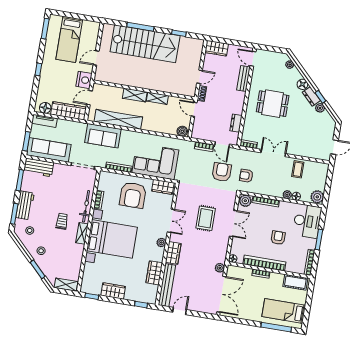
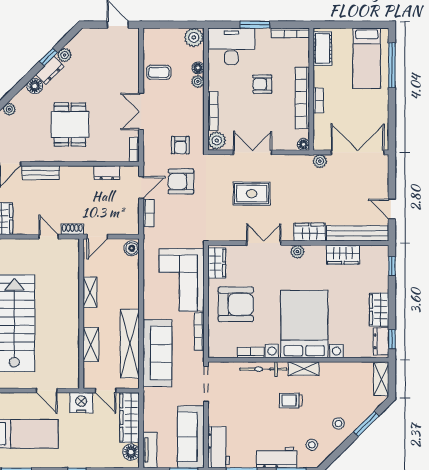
shelving: (135, 95) -> (91, 345), moved
sofa: (103, 136) -> (157, 353), width x1.36
dresser: (92, 289) -> (381, 341), added

